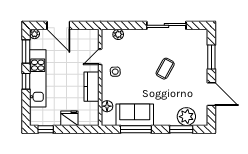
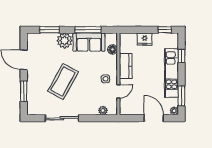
coffee table: (165, 69) -> (63, 81), width x1.86, depth x1.72
window: (26, 81) -> (181, 56), moved
plant: (186, 117) -> (65, 41), moved

